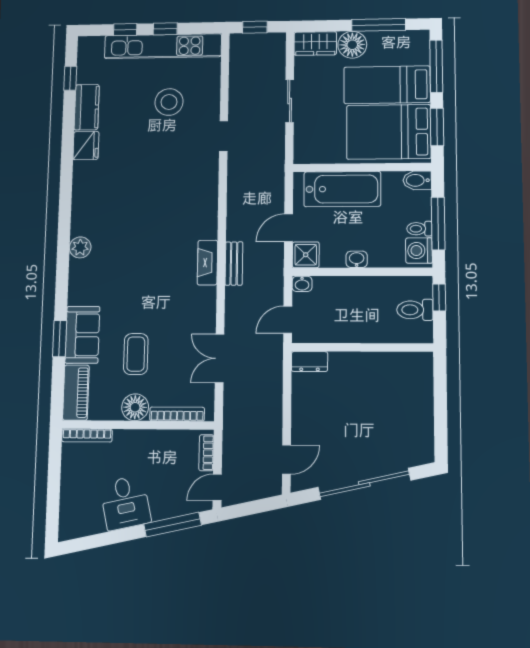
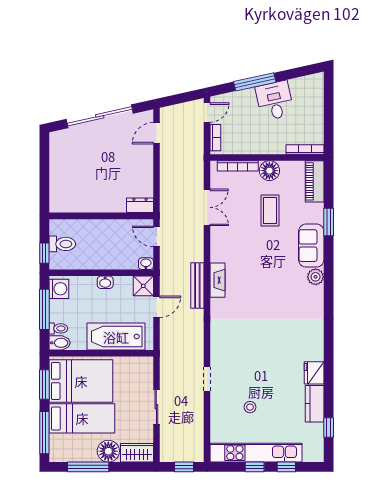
stool: (169, 102) -> (250, 407), width x0.53, depth x0.53
toilet: (419, 229) -> (58, 328), moved
plant: (80, 247) -> (316, 277), moved
bench: (234, 263) -> (197, 285), width x1.36
door: (288, 320) -> (156, 236), swing flipped
sofa: (82, 335) -> (311, 246), moved
window: (173, 525) -> (255, 82), moved

